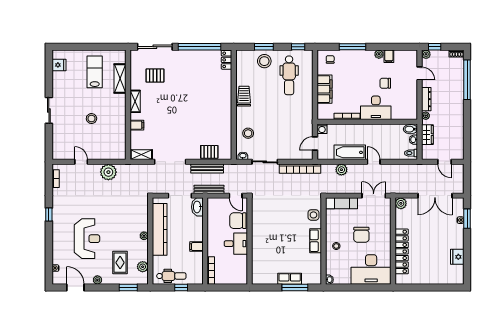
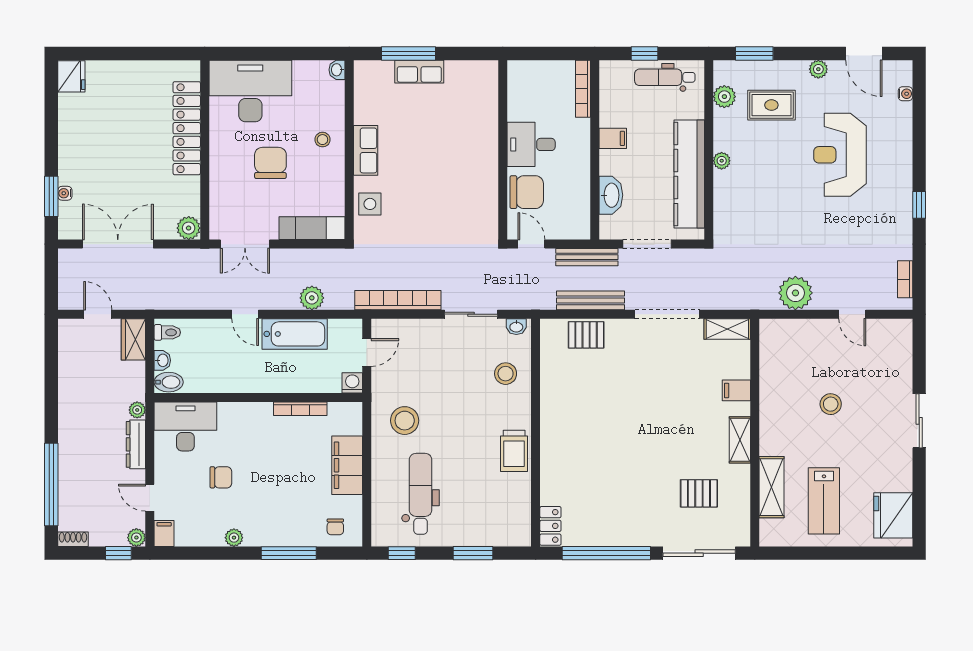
filing cabinet: (389, 56) -> (164, 533), moved
stool: (264, 61) -> (405, 421), moved
fridge: (59, 65) -> (893, 515), width x1.88, depth x1.34
desk: (376, 108) -> (185, 426), moved
wardrobe: (427, 135) -> (133, 339), moved
washbasin: (197, 207) -> (611, 195), moved
fridge: (457, 257) -> (71, 76), moved
rug: (120, 263) -> (771, 105), turned 90

